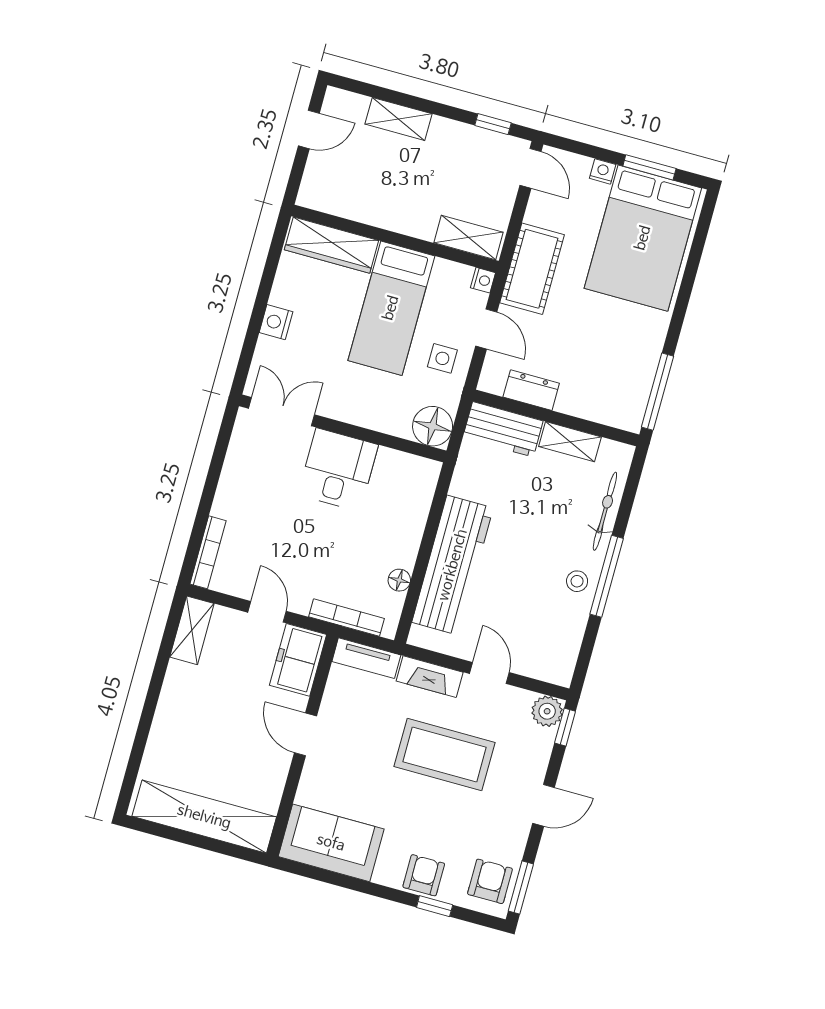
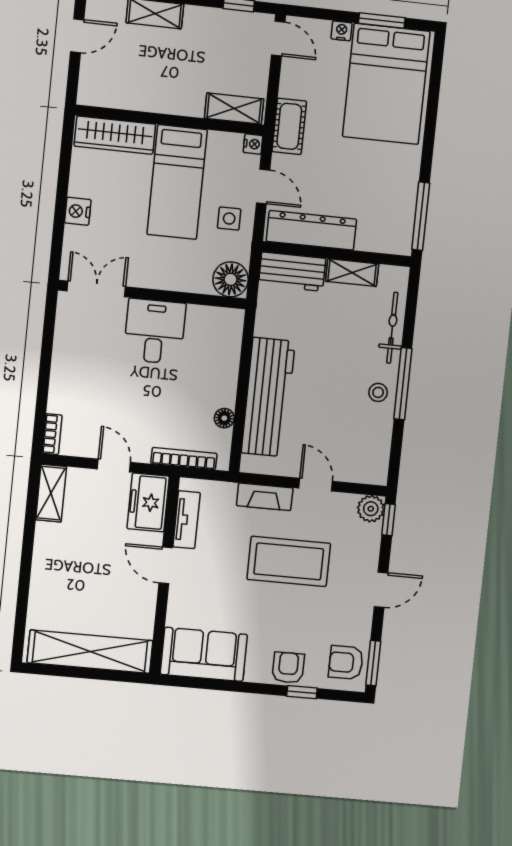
cot: (532, 269) -> (289, 126), width x0.73, depth x0.75
dresser: (531, 390) -> (311, 230), width x1.96, depth x1.24
bookcase: (208, 552) -> (52, 434), width x0.64
tv unit: (366, 658) -> (187, 520), moved, turned -90
armchair: (490, 881) -> (346, 663), turned -90

